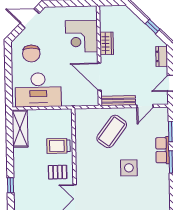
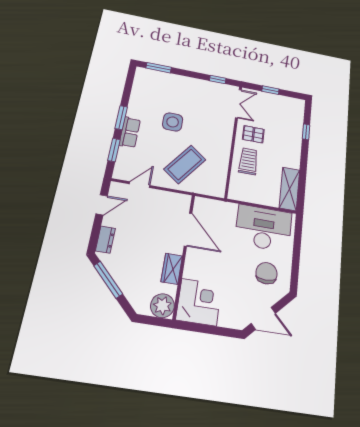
plant: (108, 14) -> (162, 306), added
window: (153, 26) -> (108, 280), width x2.17
corner desk: (82, 36) -> (199, 302), moved
bench: (118, 101) -> (171, 197), removed
trolley: (59, 146) -> (248, 161), turned -90

